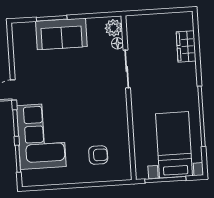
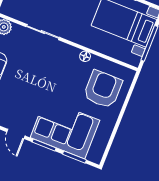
floor lamp: (117, 43) -> (85, 56), moved
armchair: (98, 155) -> (103, 89), width x1.88, depth x1.88

